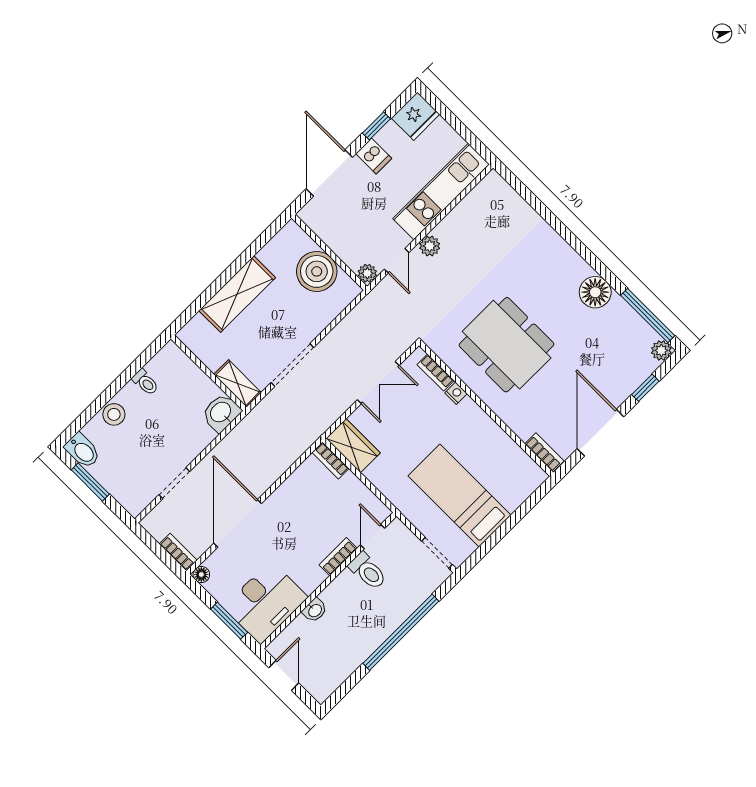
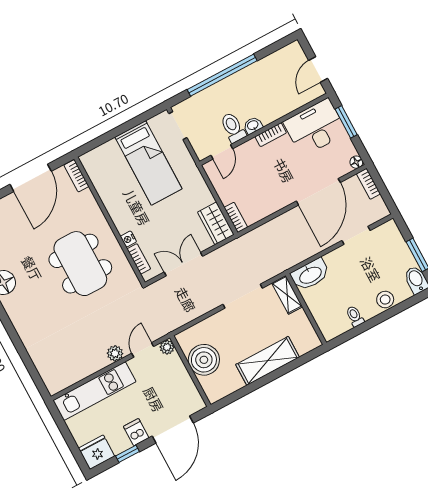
washbasin: (221, 413) -> (310, 275), width x1.38
bookcase: (338, 557) -> (271, 135), moved
washbasin: (315, 610) -> (253, 125), moved

